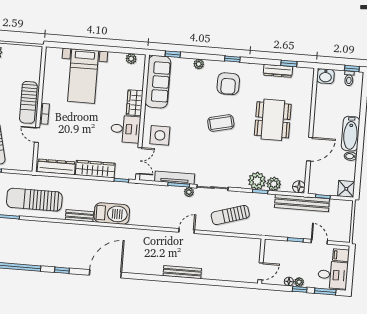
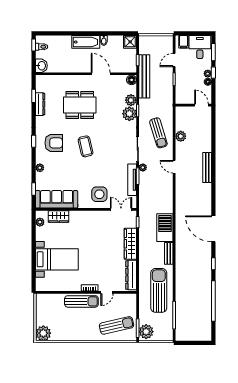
wardrobe: (135, 103) -> (59, 217), moved
desk: (126, 129) -> (97, 222), removed
sun lounger: (34, 200) -> (159, 290), turned 180
plant: (224, 242) -> (181, 136), added

